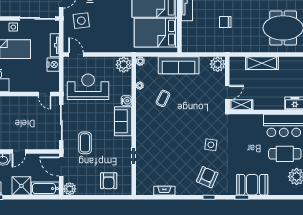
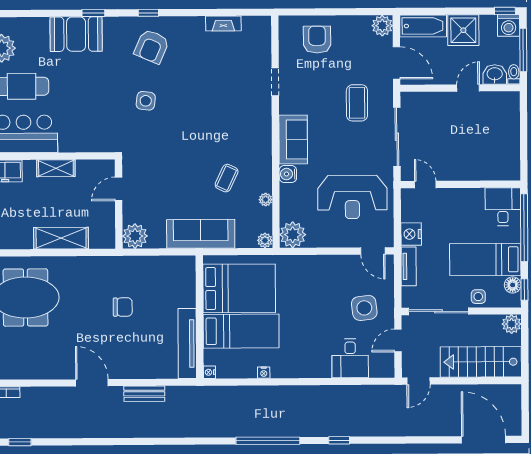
shelving: (241, 105) -> (56, 168), moved

